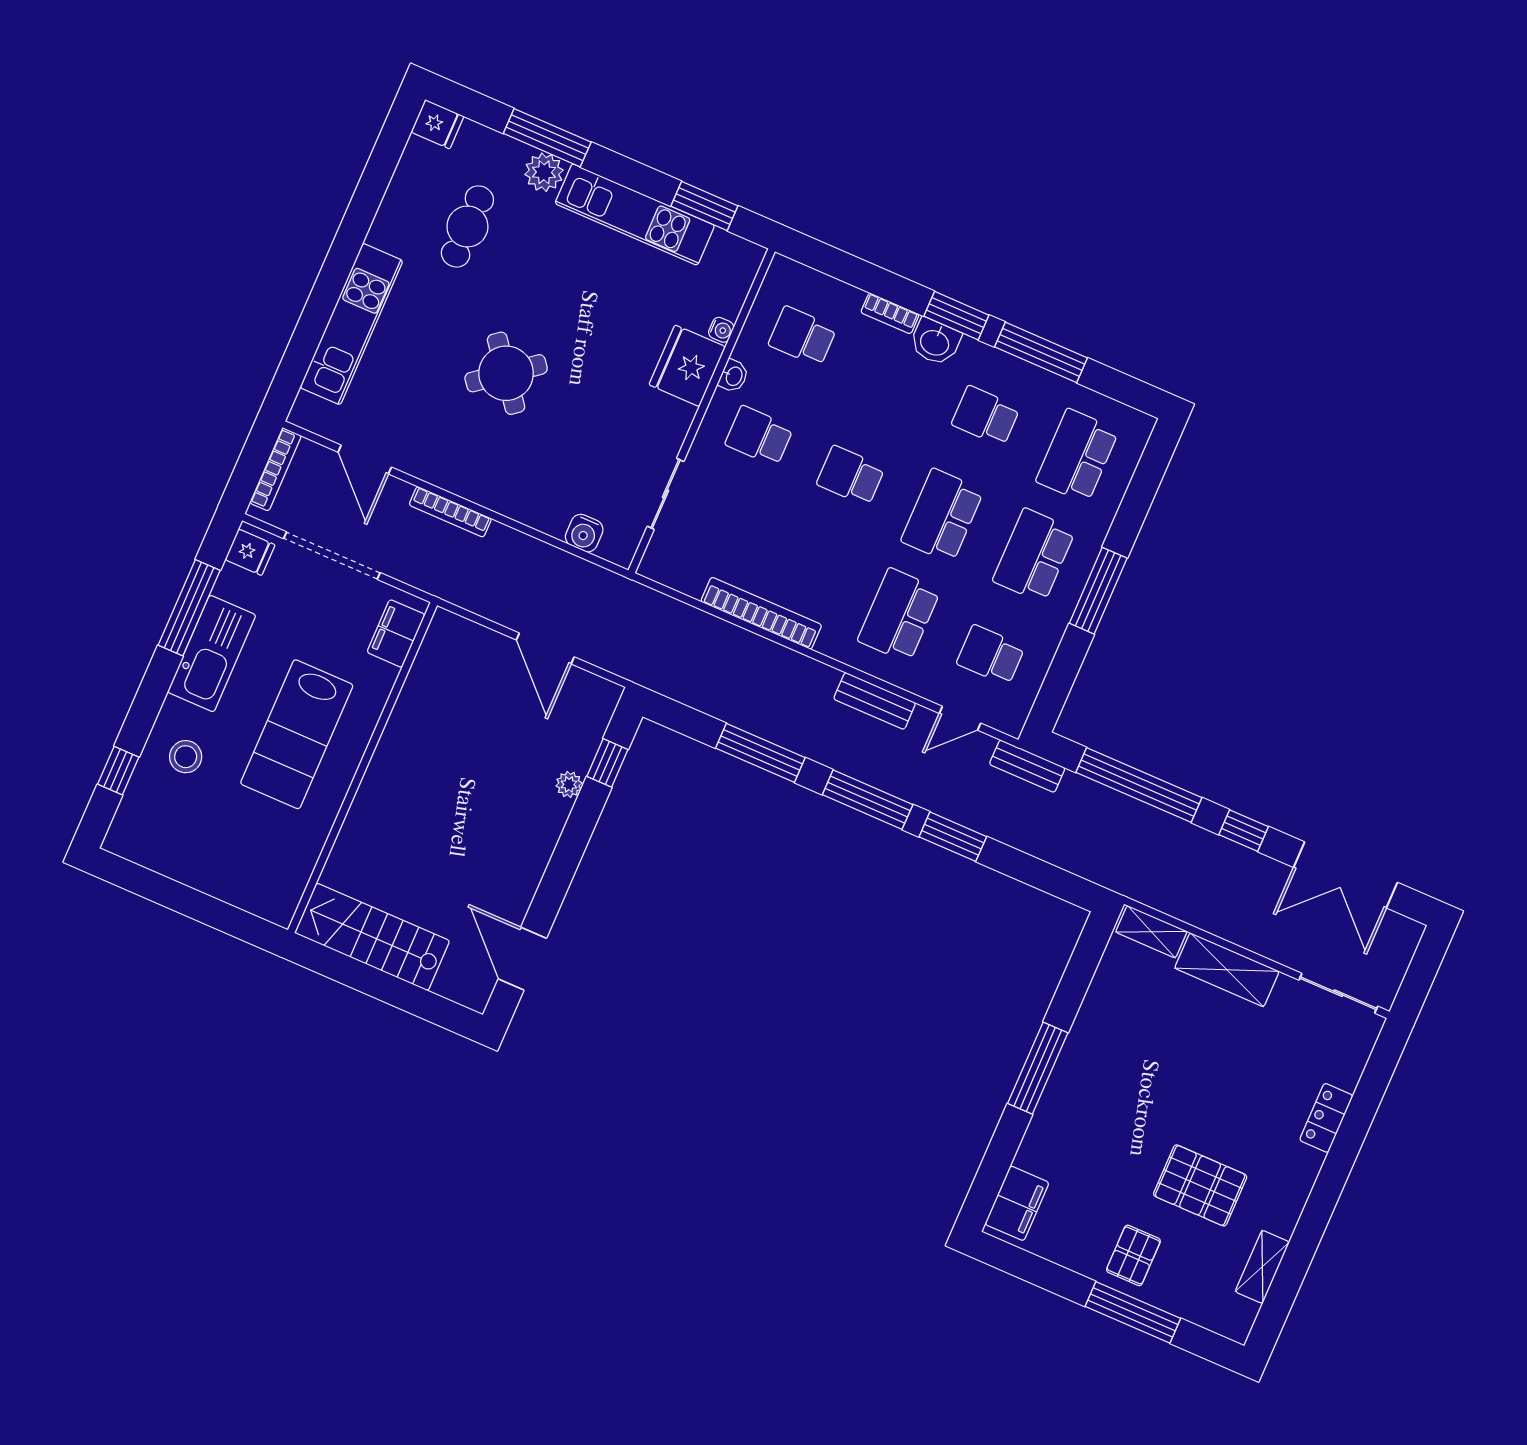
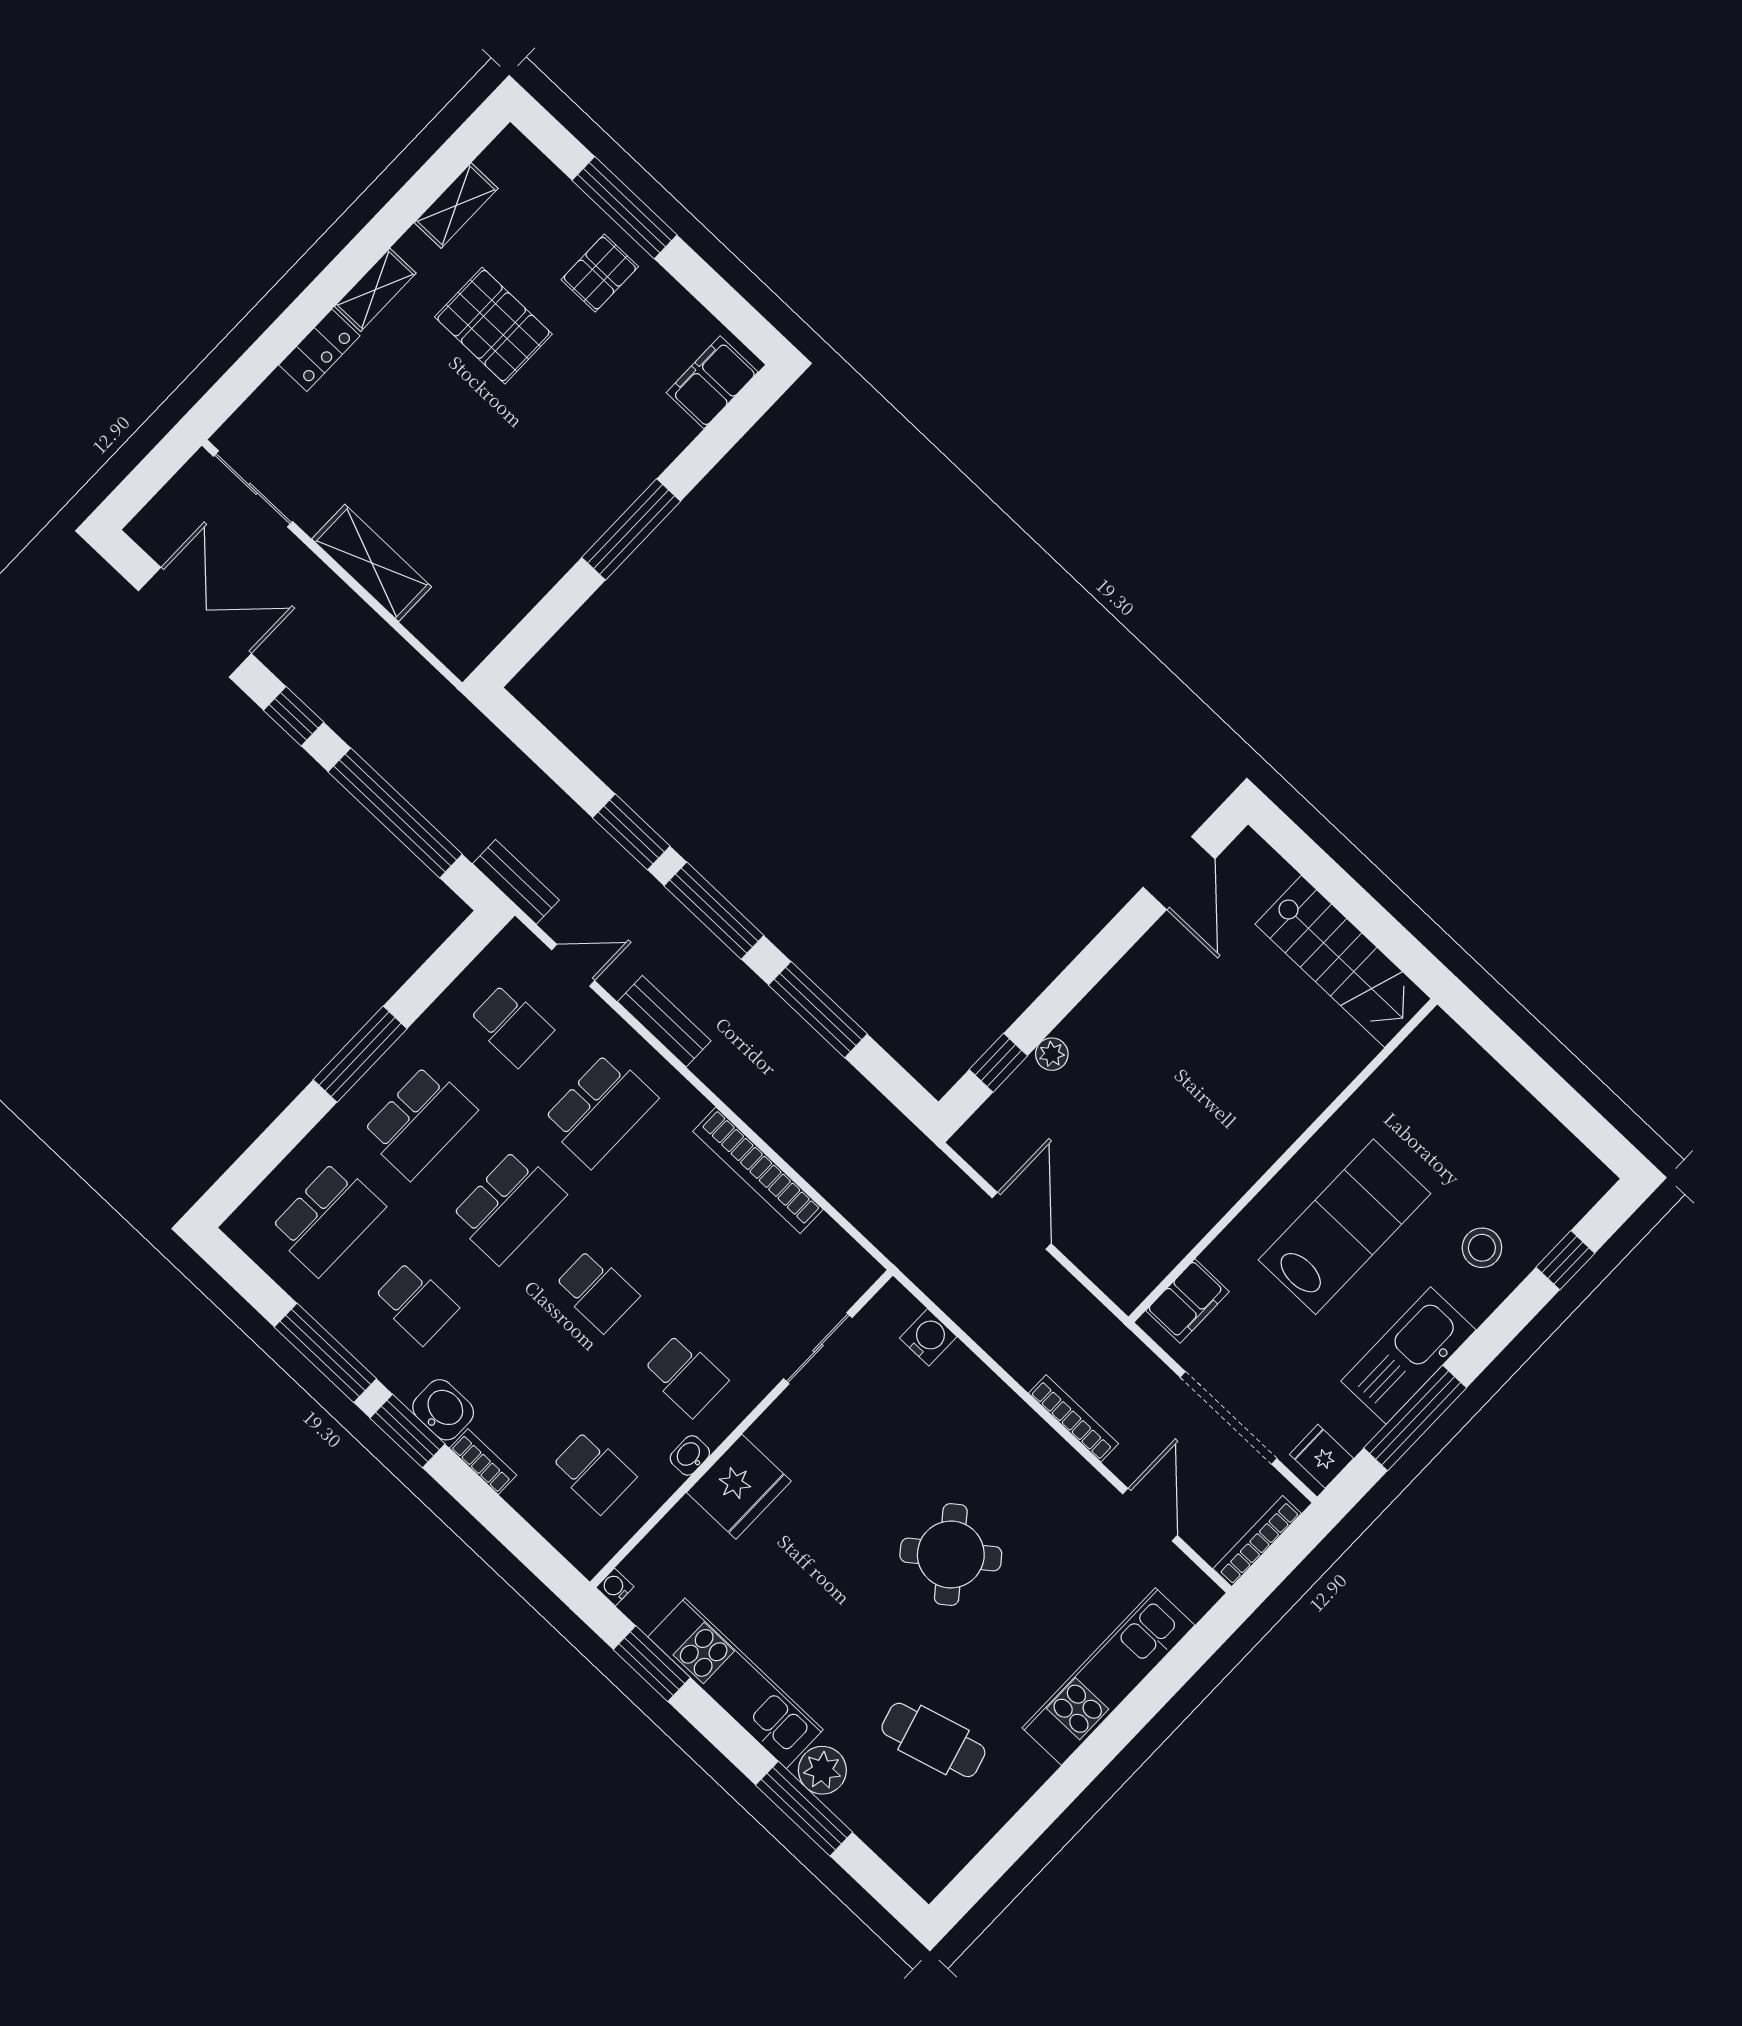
fridge: (437, 124) -> (925, 1871), removed
cafe table: (467, 226) -> (933, 1740), turned 74
water cooler: (721, 330) -> (615, 1587), moved
shelving: (1151, 932) -> (375, 290), moved, turned 90

